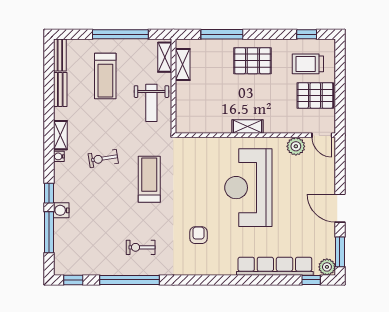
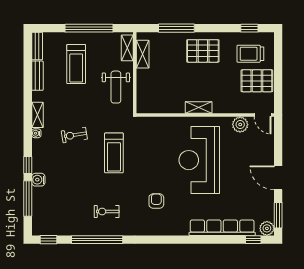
treadmill: (149, 179) -> (114, 153), turned 180

